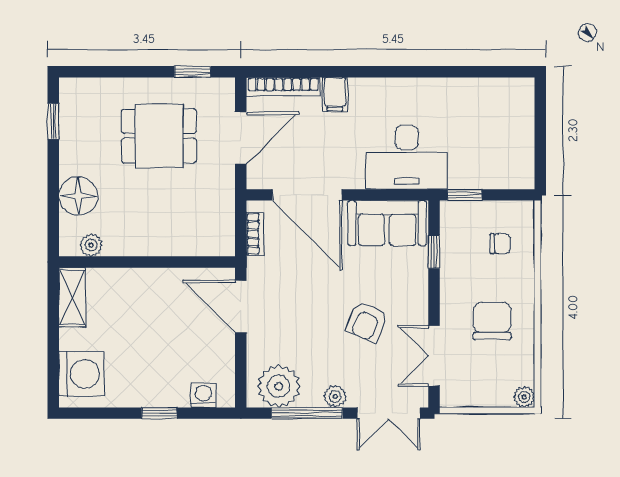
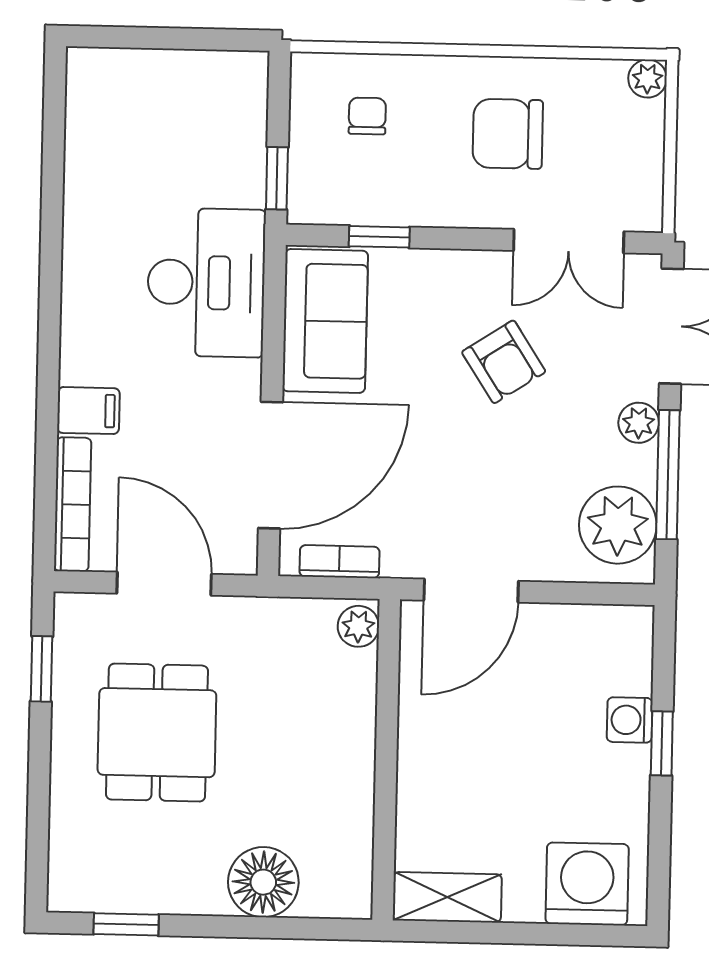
plant: (91, 245) -> (358, 626), moved
armchair: (367, 322) -> (504, 362), turned 34
washing machine: (203, 395) -> (630, 720), moved

